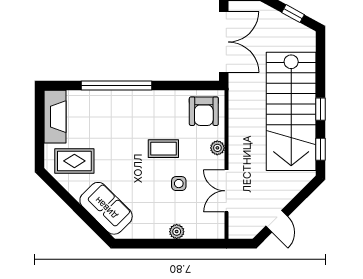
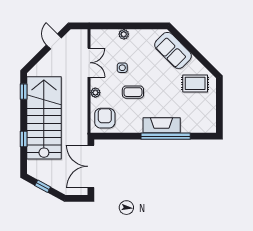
window: (320, 109) -> (24, 139), moved
fireplace: (55, 117) -> (162, 125), moved, turned 90

